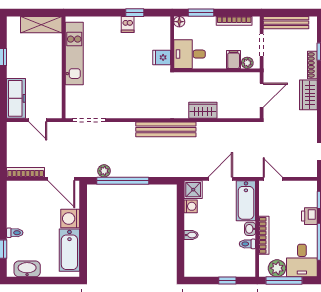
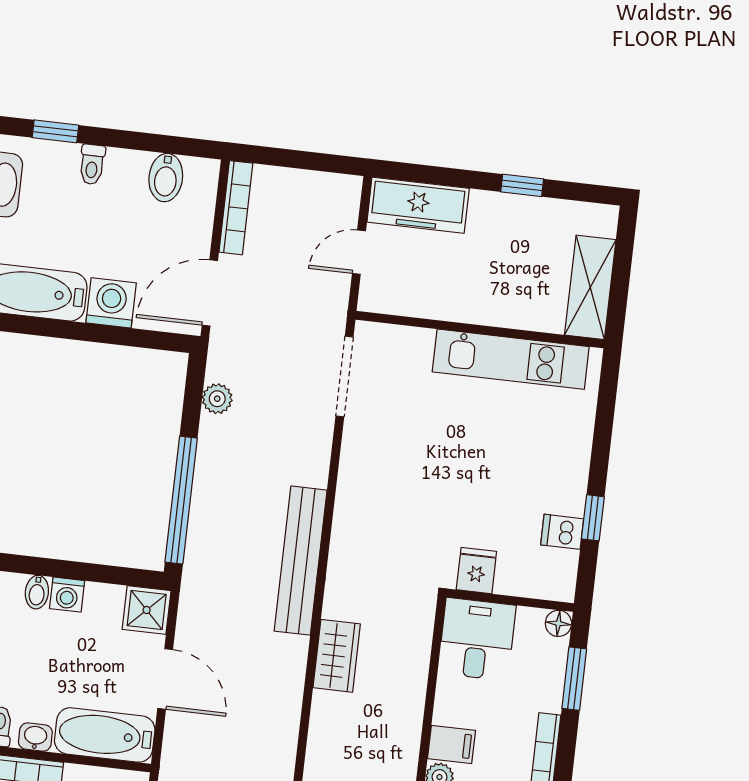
dishwasher: (128, 24) -> (562, 532), moved
window: (123, 181) -> (181, 500), moved
bidet: (17, 202) -> (166, 178), added
washing machine: (191, 206) -> (67, 595), moved

